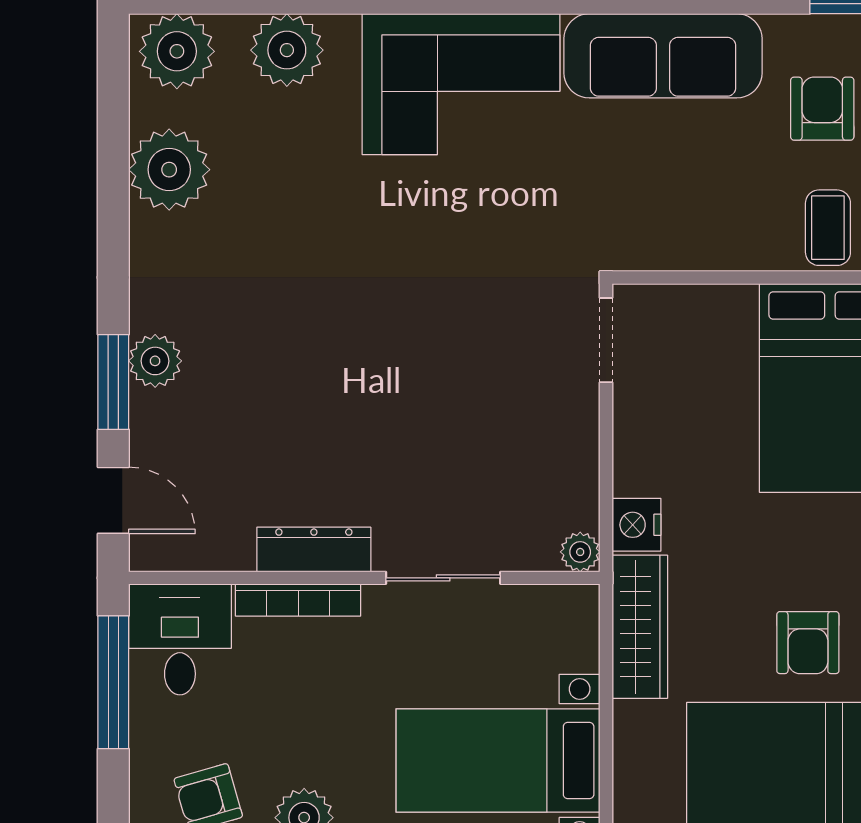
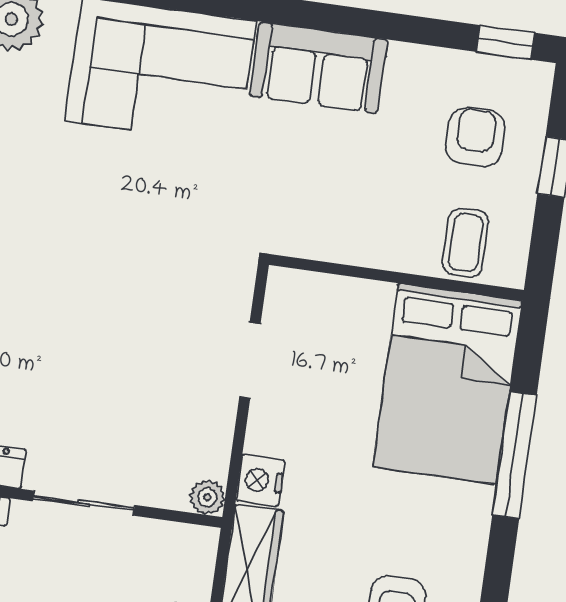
sofa: (663, 56) -> (319, 68), width x0.73
doorway: (606, 340) -> (250, 360), moved

